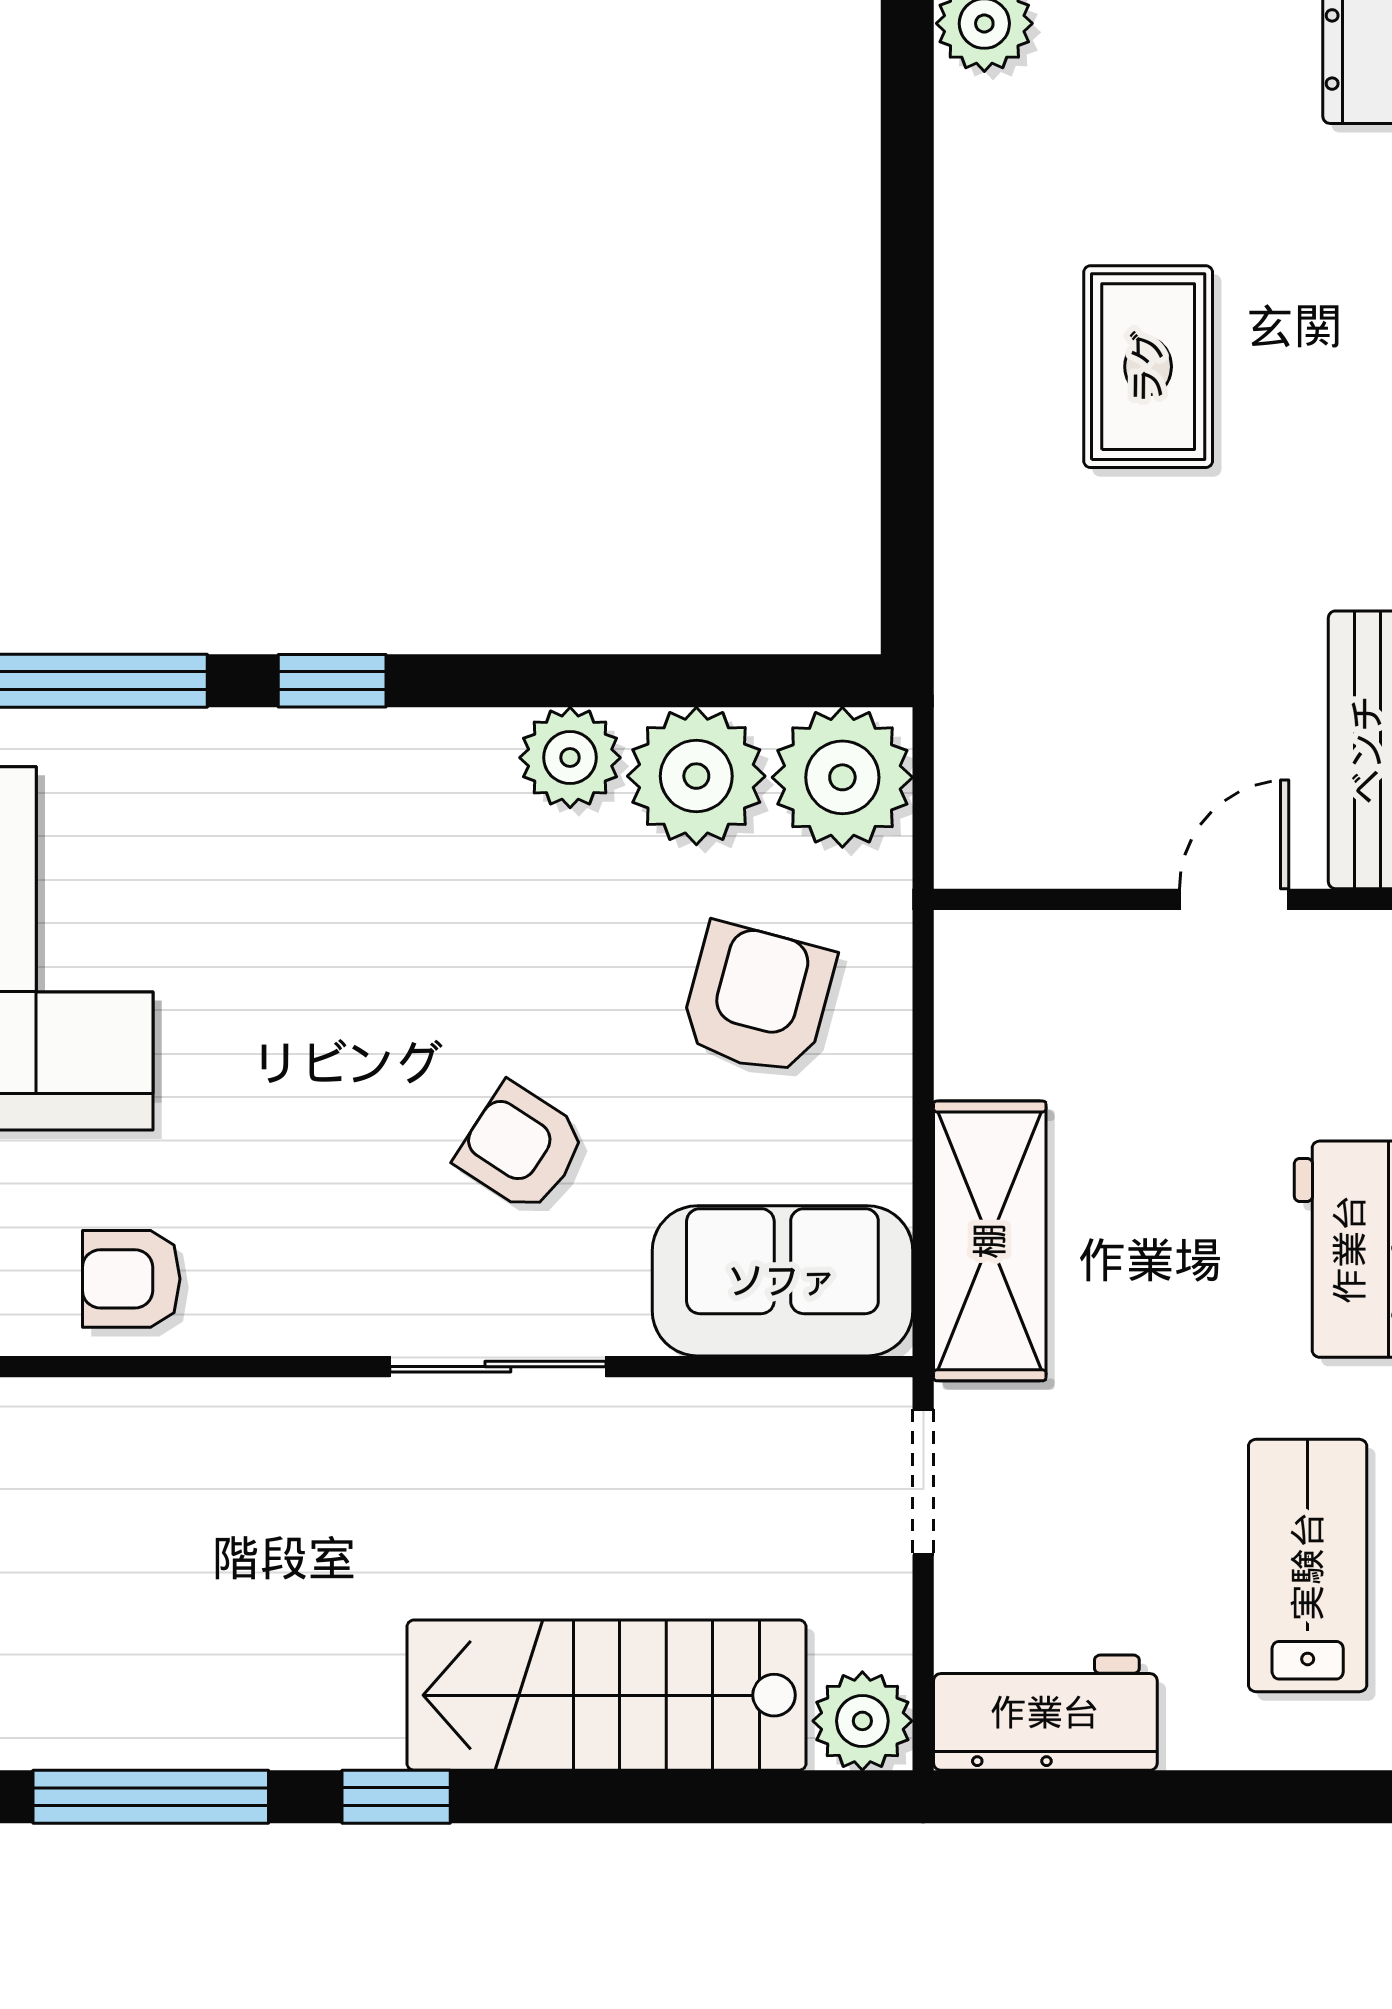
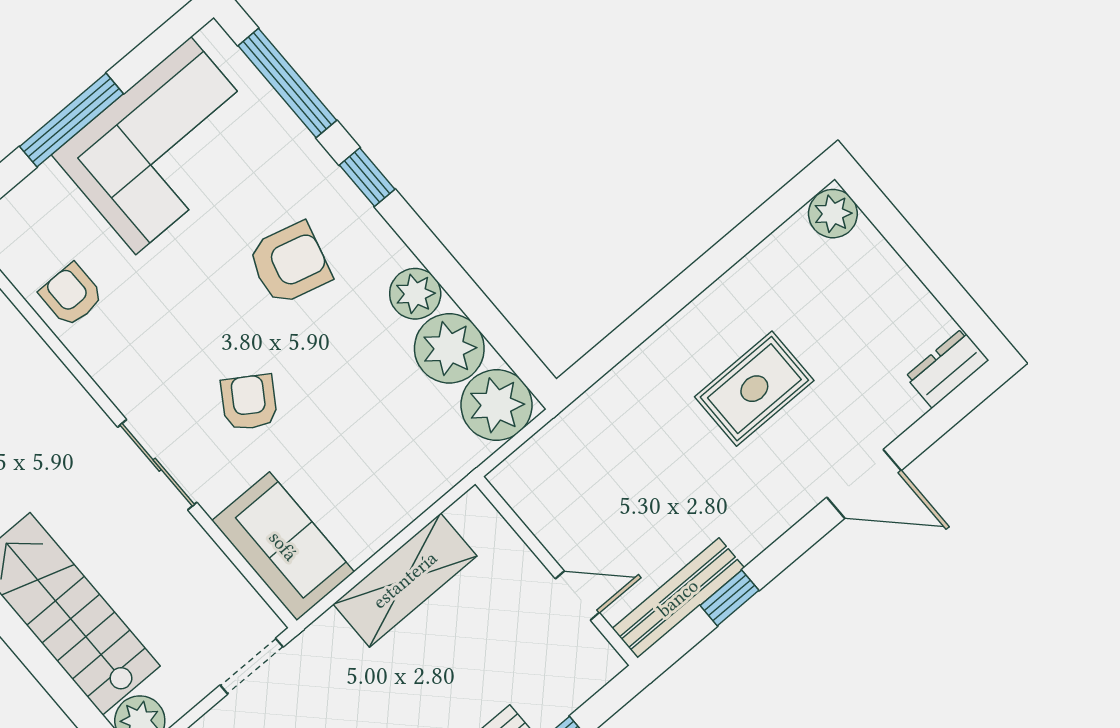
armchair: (757, 999) -> (290, 263), moved
shelving: (990, 1241) -> (405, 580), moved

